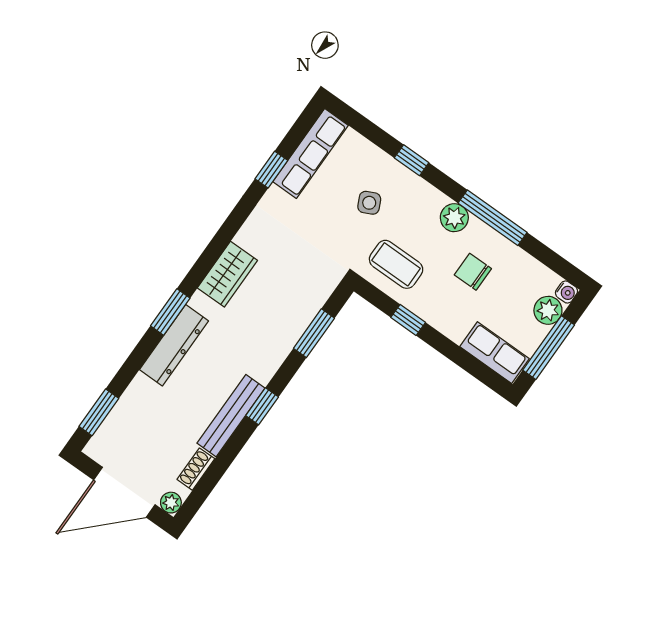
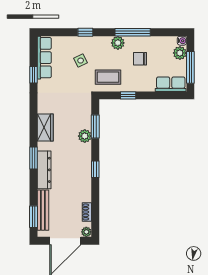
plant: (285, 337) -> (85, 136), added
bench: (231, 416) -> (43, 210), moved

